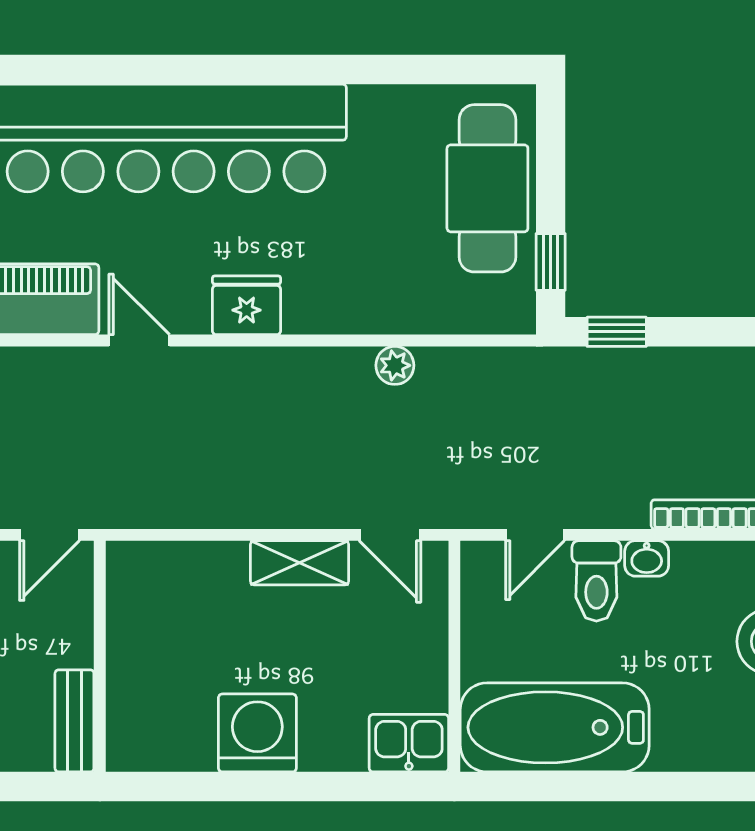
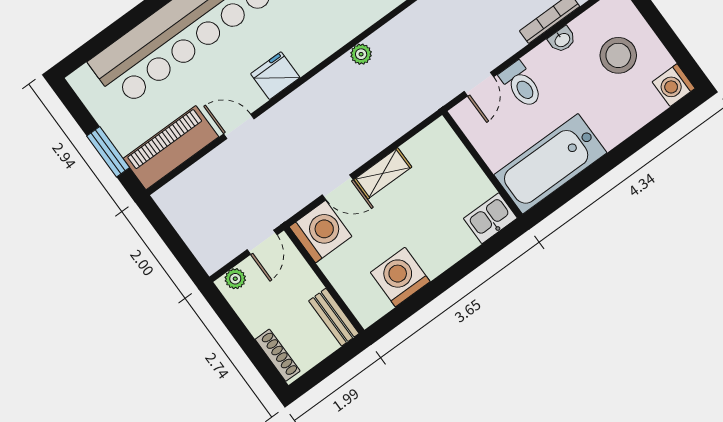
door: (390, 535) -> (338, 187), moved
washbasin: (647, 558) -> (562, 40), moved
washing machine: (146, 582) -> (321, 232), added
washing machine: (257, 733) -> (400, 277), moved

